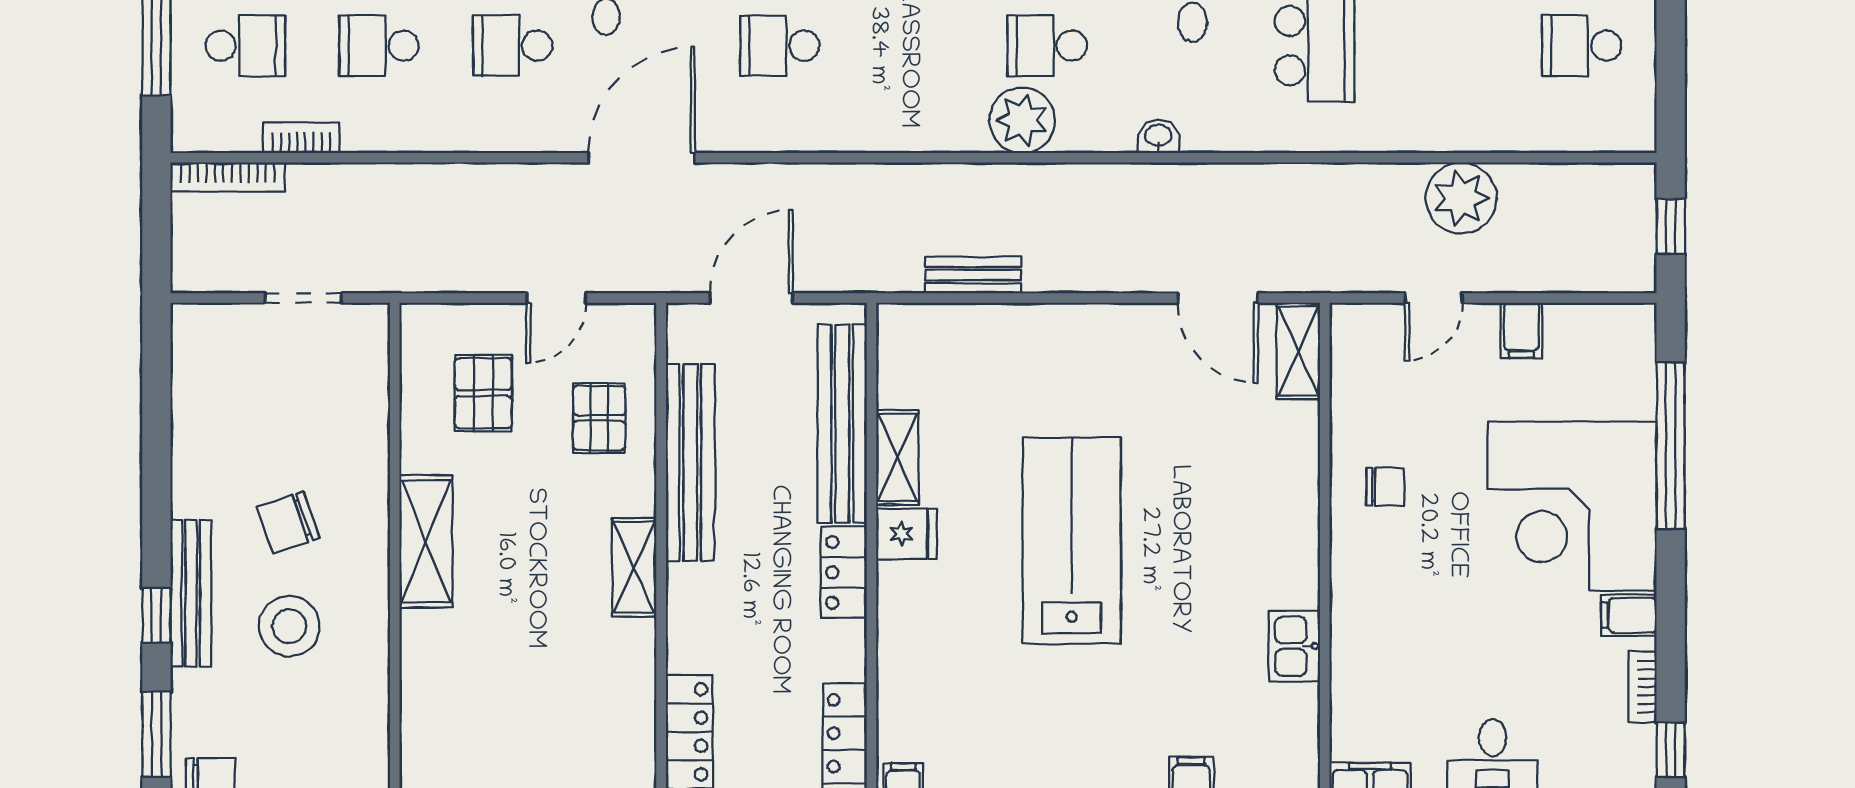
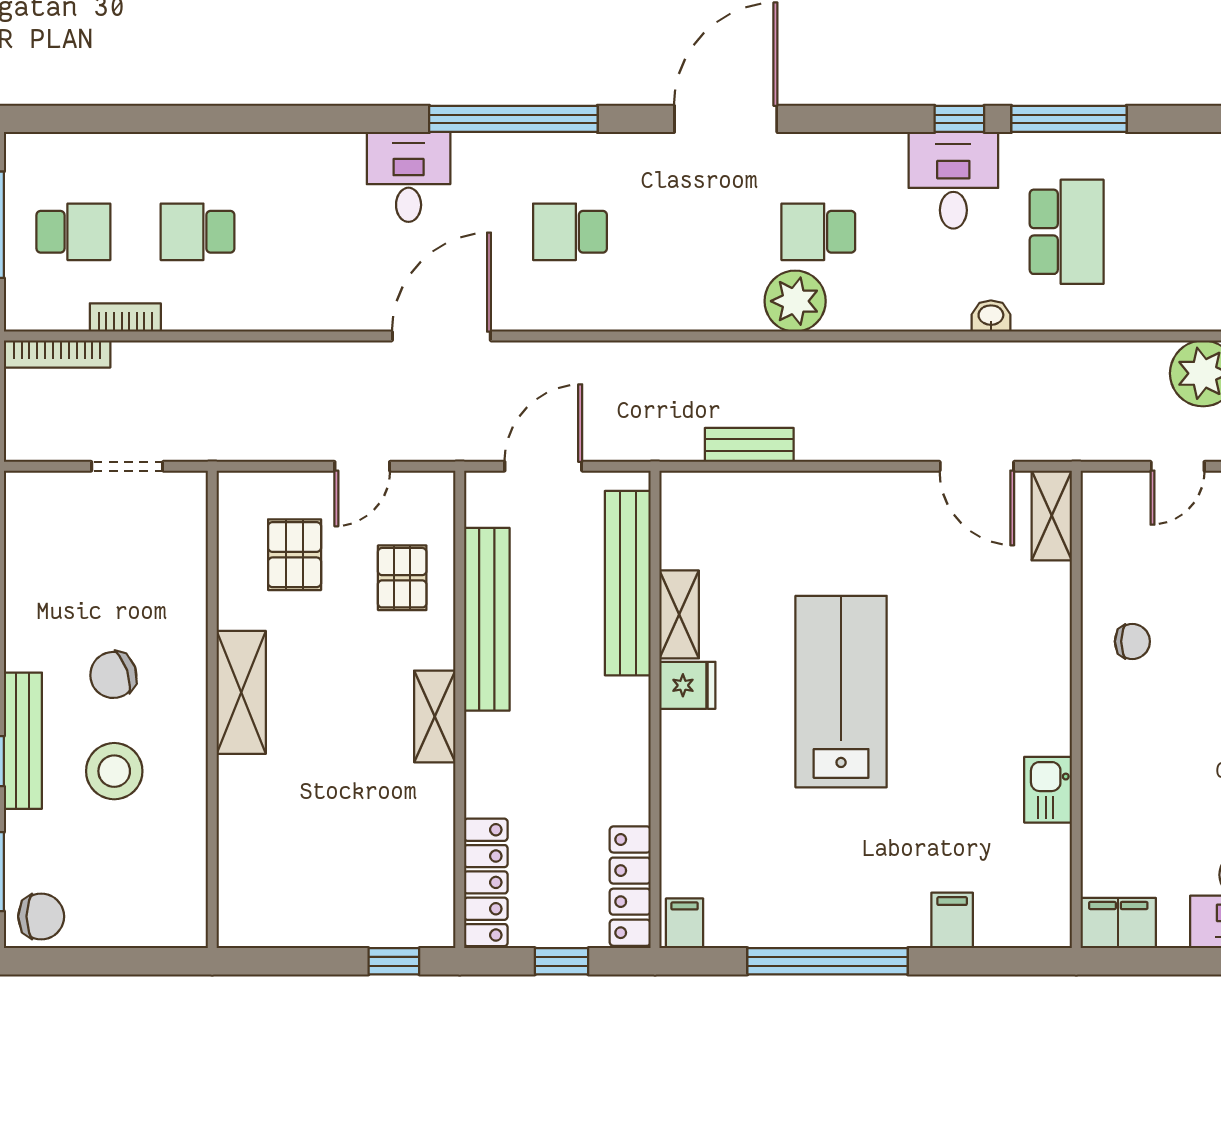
school desk: (513, 46) -> (322, 232), removed
washbasin: (1158, 136) -> (991, 316), moved
locker: (844, 572) -> (629, 721), removed

